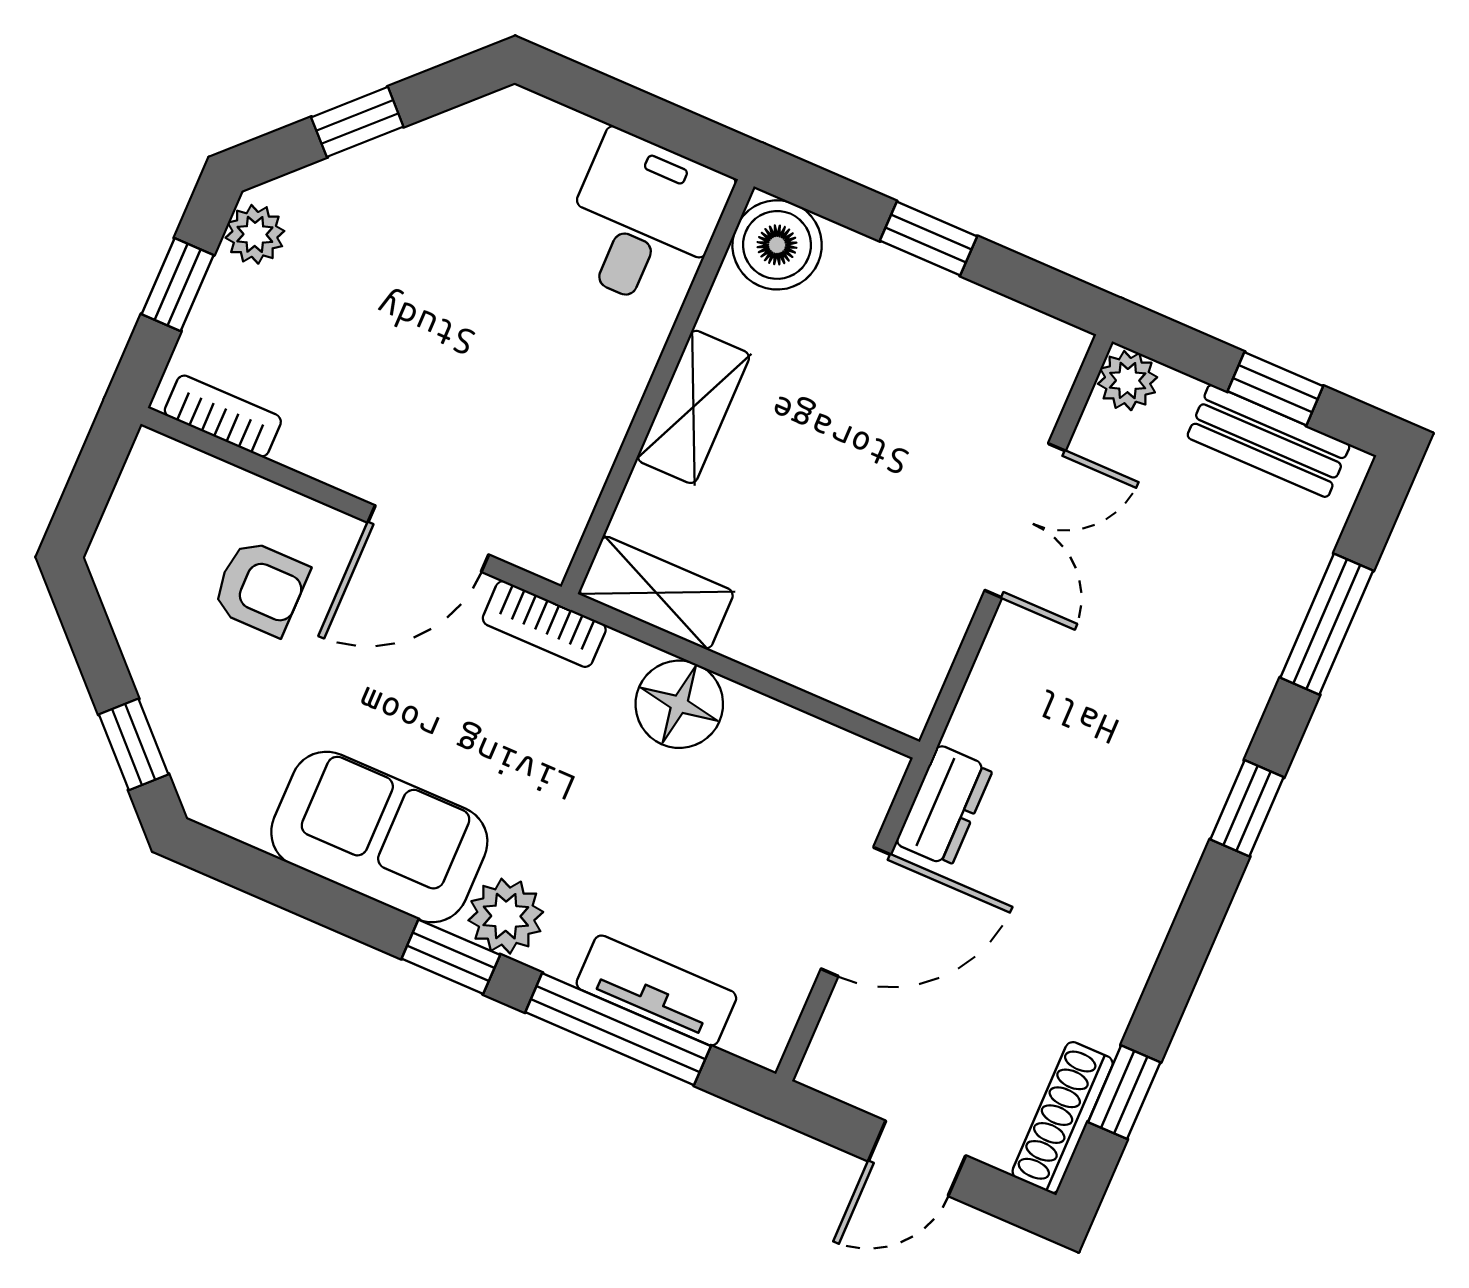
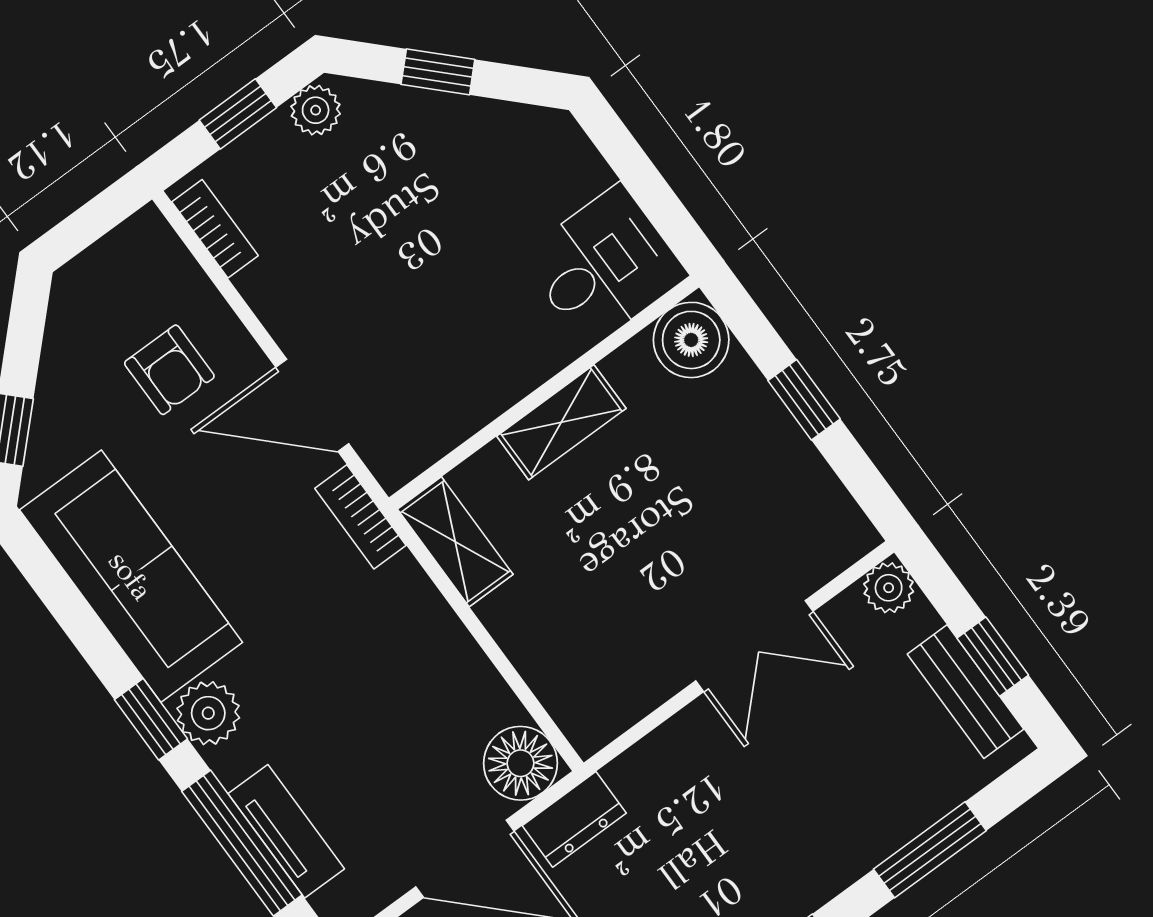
floor lamp: (679, 704) -> (521, 763), moved
sofa: (379, 837) -> (131, 576), width x1.36

